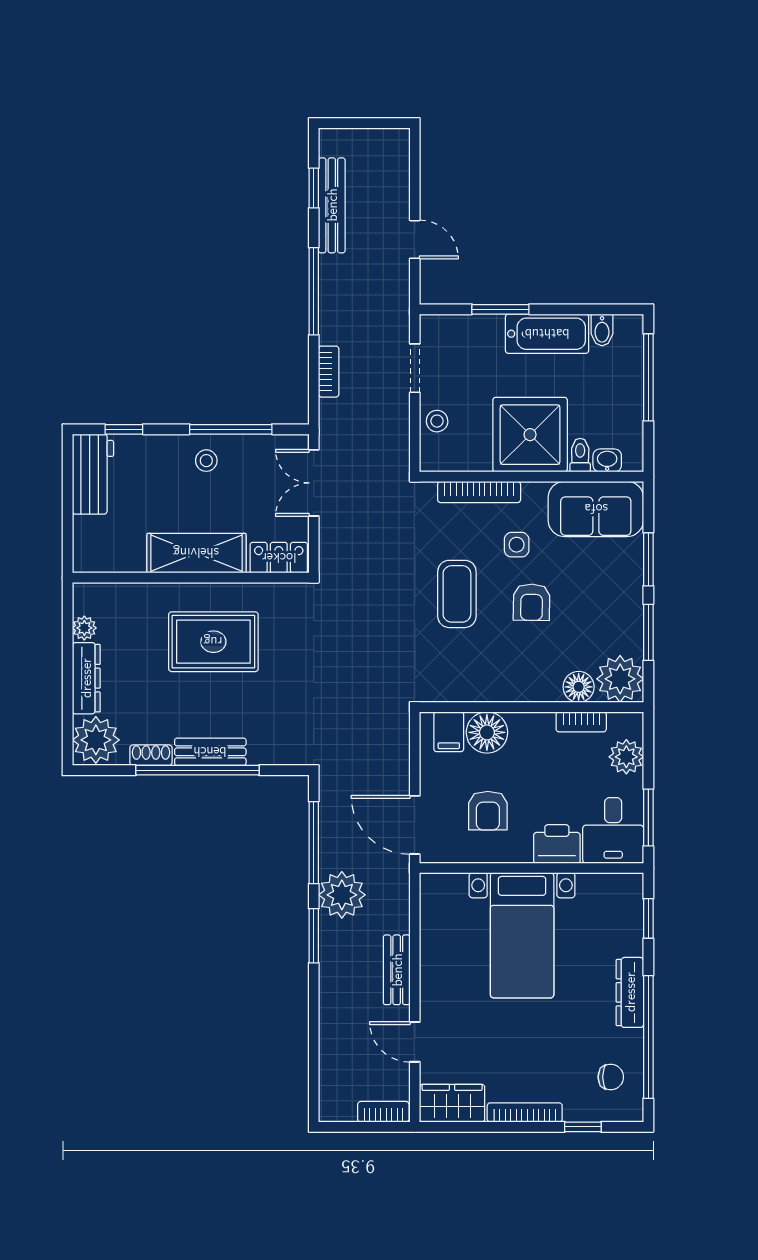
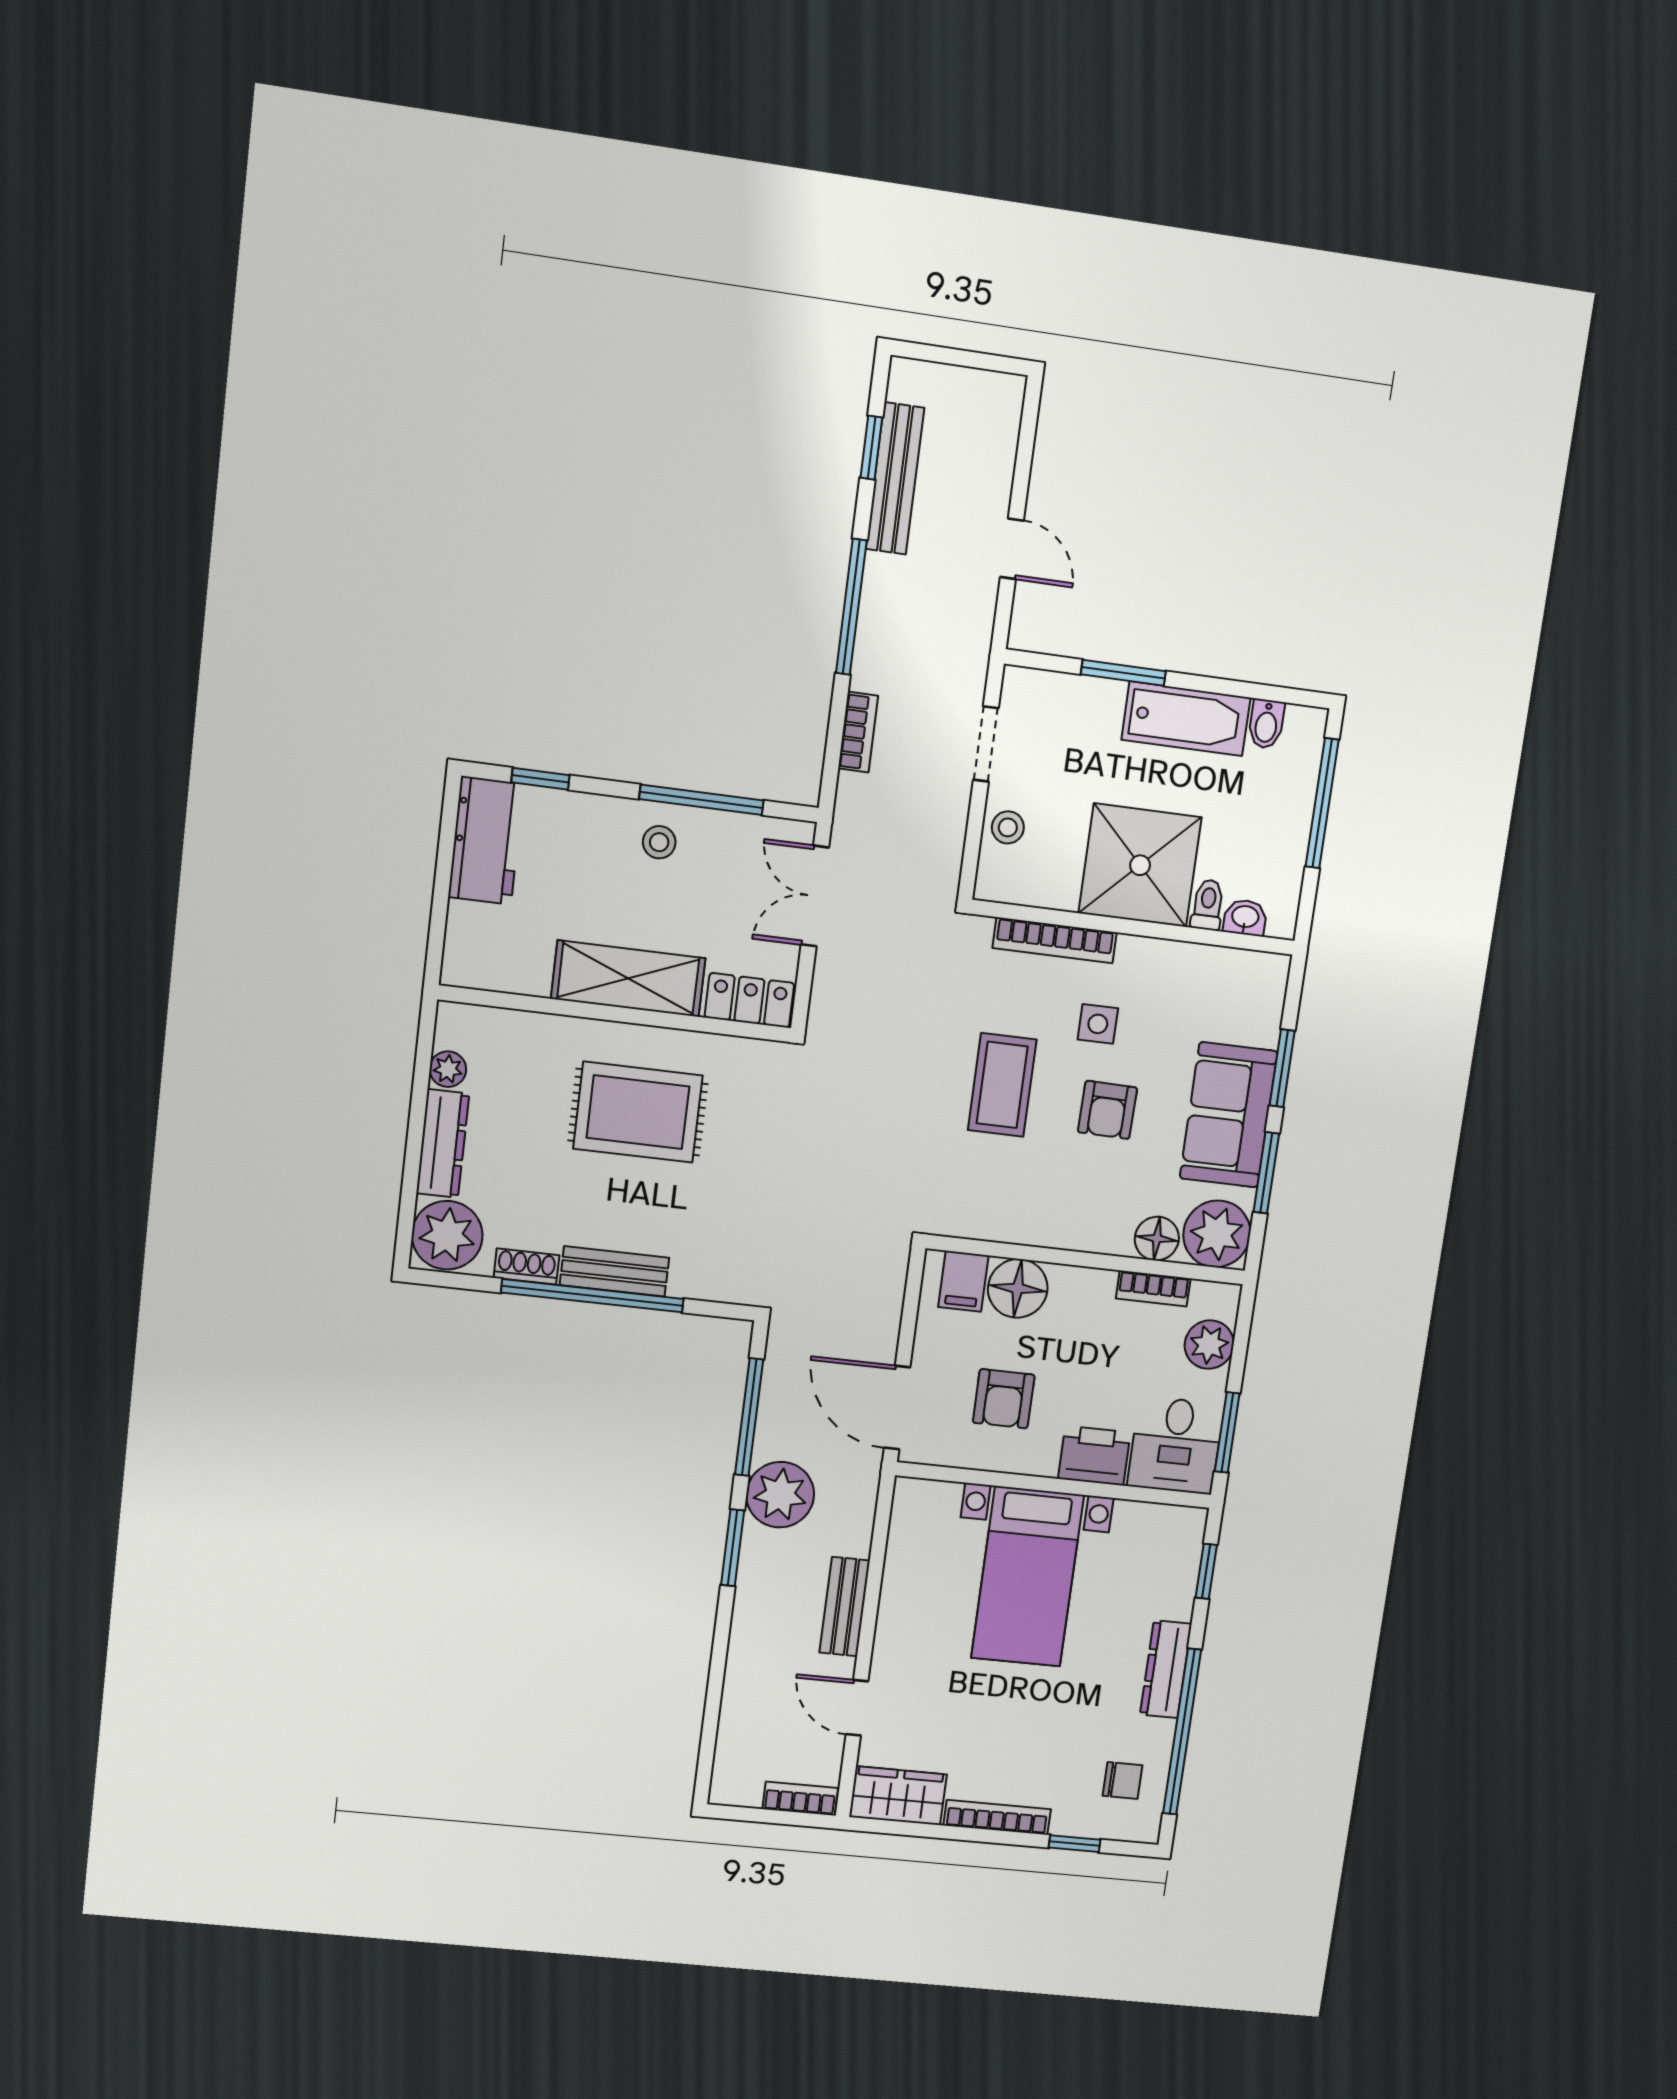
sofa: (596, 509) -> (1229, 1115), moved, turned 90

